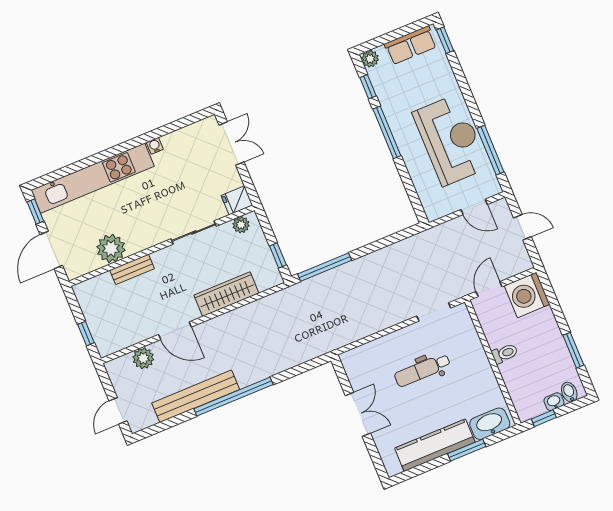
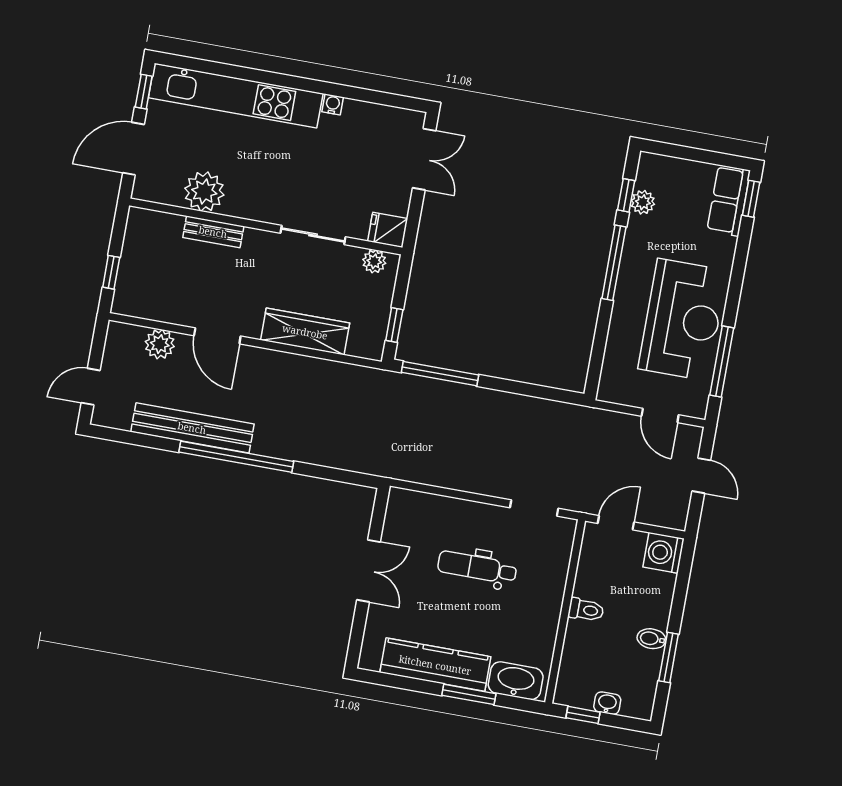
row of seats: (411, 45) -> (729, 201), moved, turned 90
plant: (370, 59) -> (643, 202), moved
washing machine: (527, 295) -> (664, 553), width x0.73, depth x0.73
bidet: (569, 392) -> (652, 639), moved, turned -90

